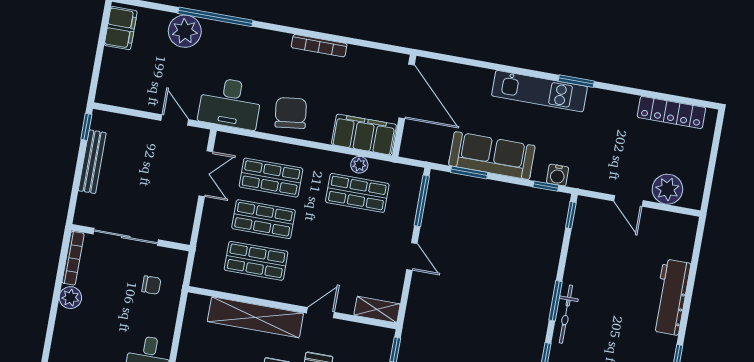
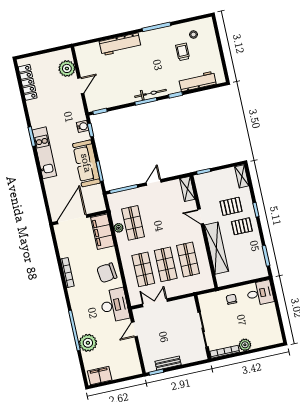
bench: (92, 162) -> (168, 363), width x0.73
chair: (151, 285) -> (231, 299), moved

